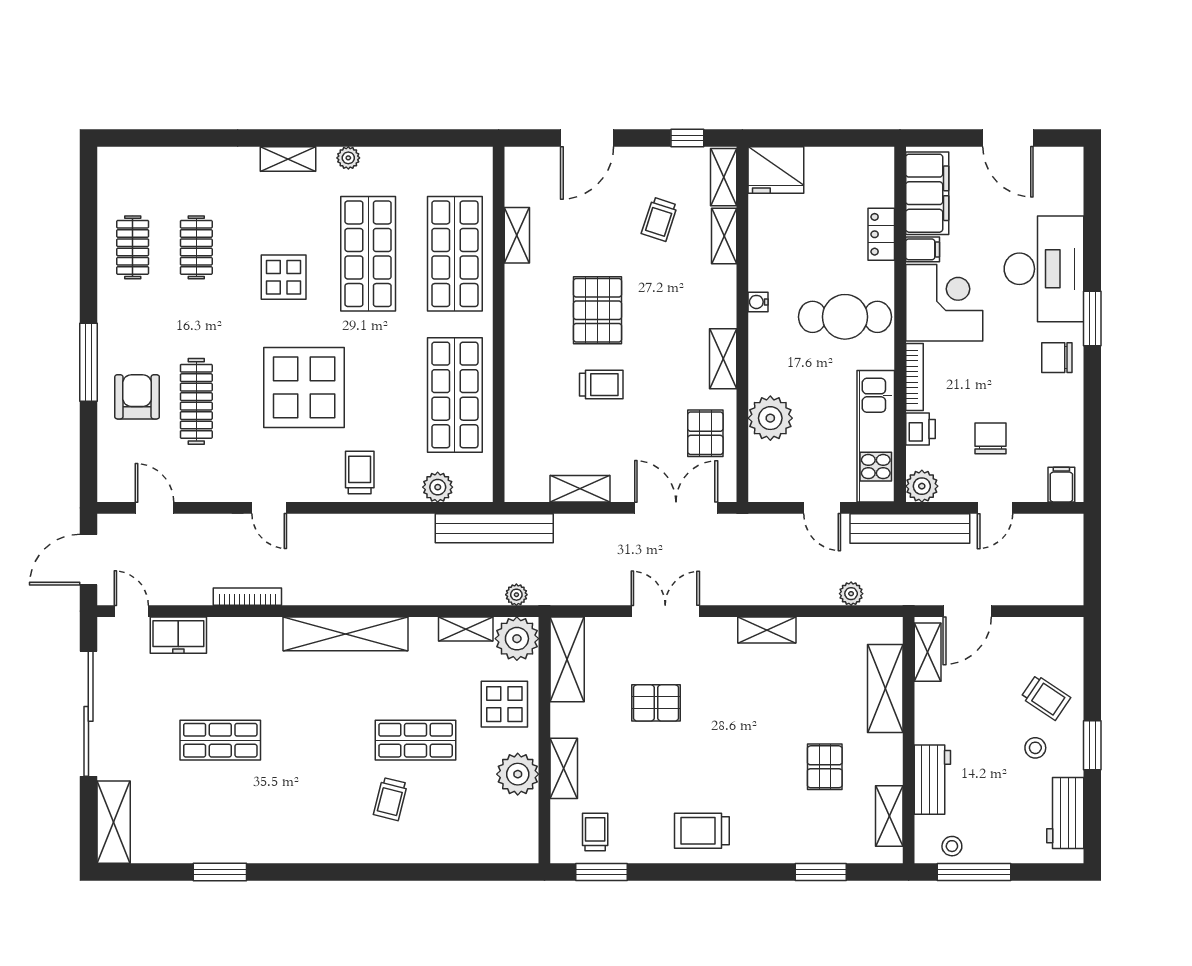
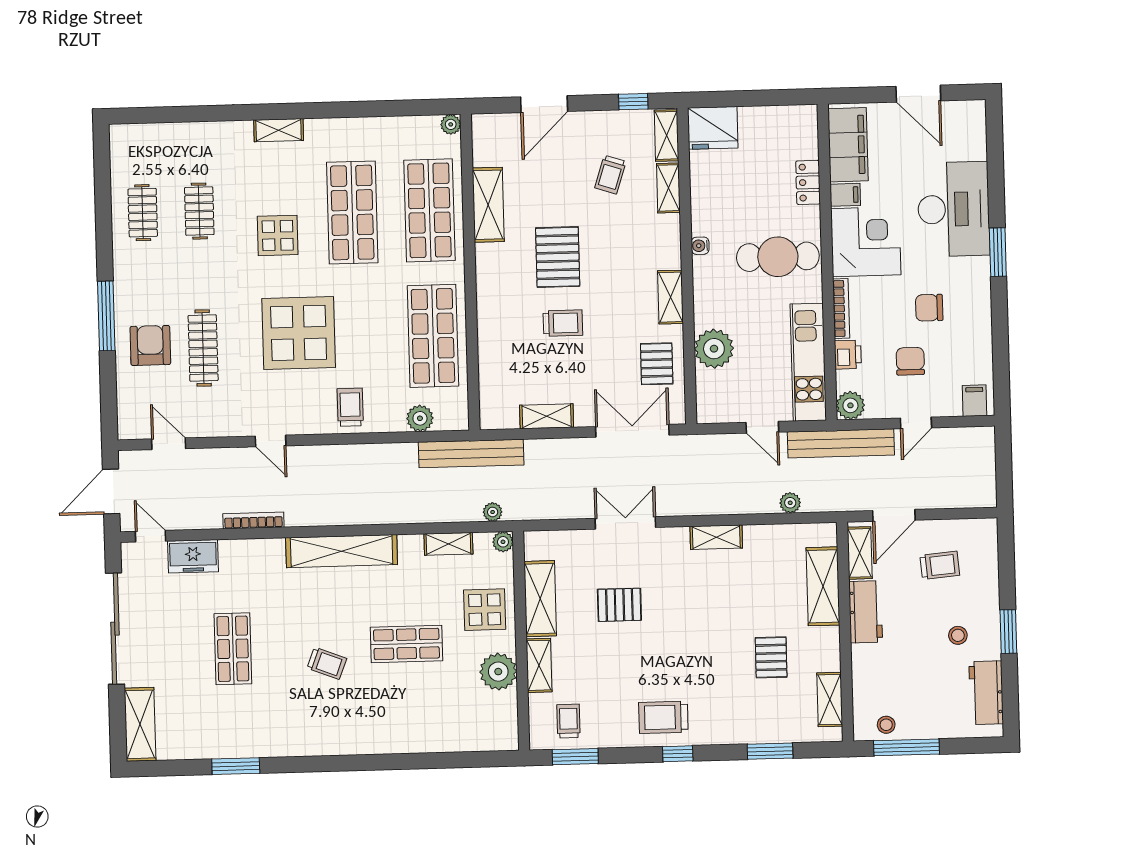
plant: (348, 158) -> (451, 124), moved
shelving: (517, 235) -> (488, 205), width x1.50, depth x1.33
chair: (1057, 358) -> (929, 308), moved
plant: (517, 639) -> (503, 542), width x0.53, depth x0.53
shelving: (567, 659) -> (540, 599), moved
trolley: (1046, 697) -> (940, 565), moved, turned -39
shop shelf: (220, 740) -> (233, 649), turned 90
workbench: (932, 780) -> (866, 612), moved
trolley: (390, 799) -> (327, 663), moved, turned -83
window: (717, 872) -> (678, 754), added

